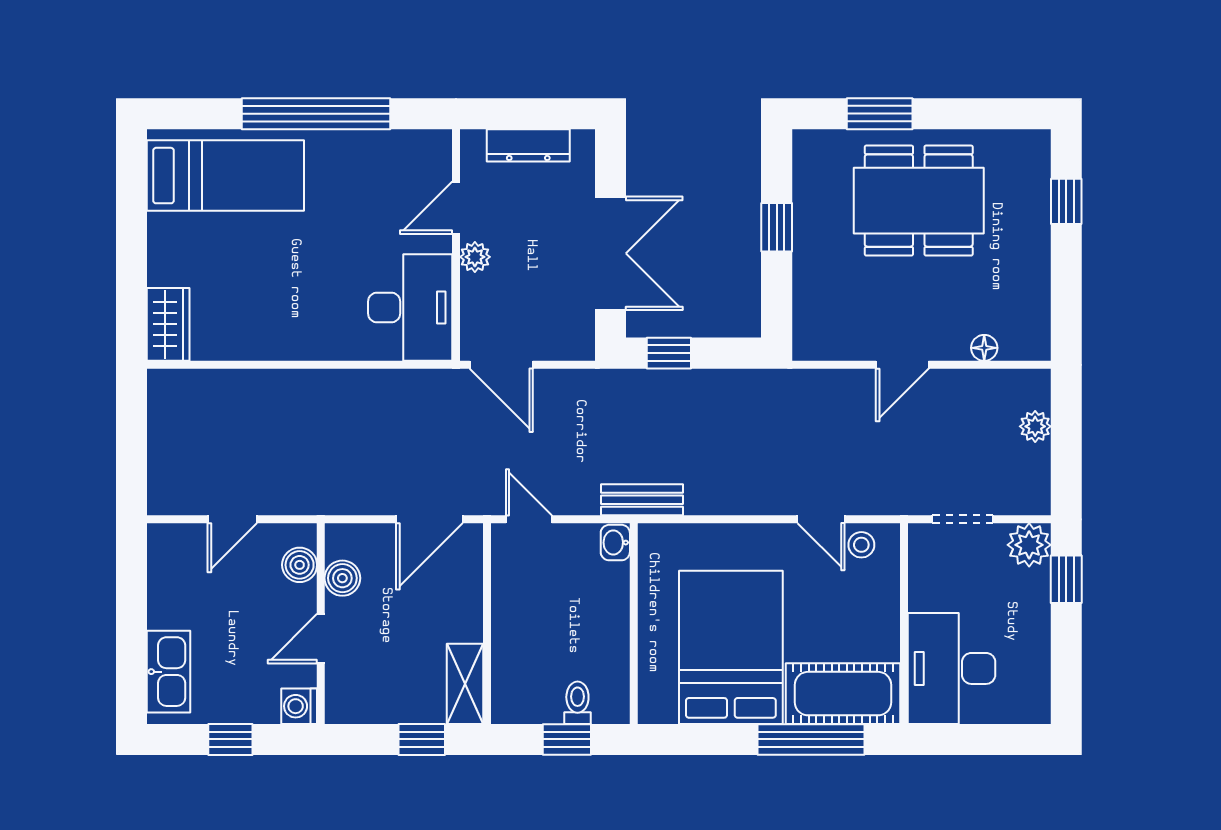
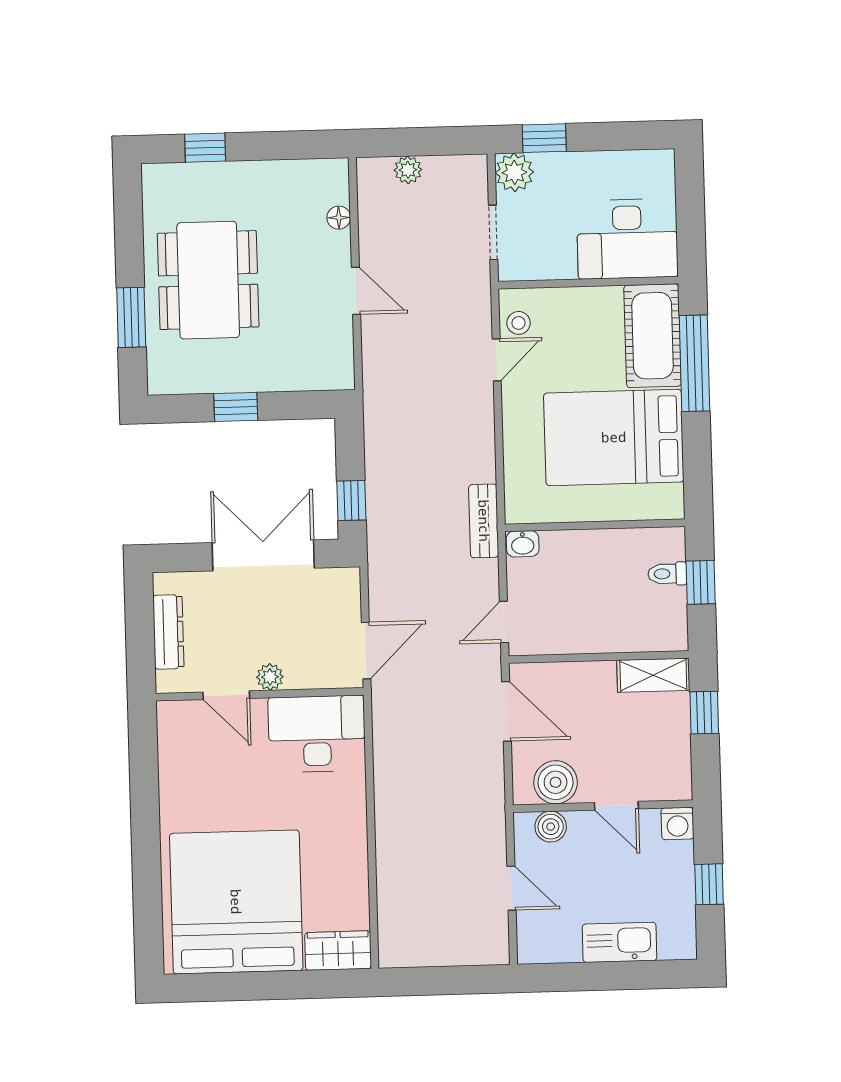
window: (316, 114) -> (145, 823), removed
bed: (225, 176) -> (236, 902), width x2.04
boiler: (342, 578) -> (556, 782), width x1.36, depth x1.36
kitchen sink: (169, 672) -> (619, 942), moved

